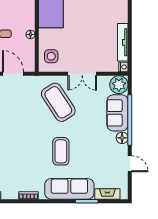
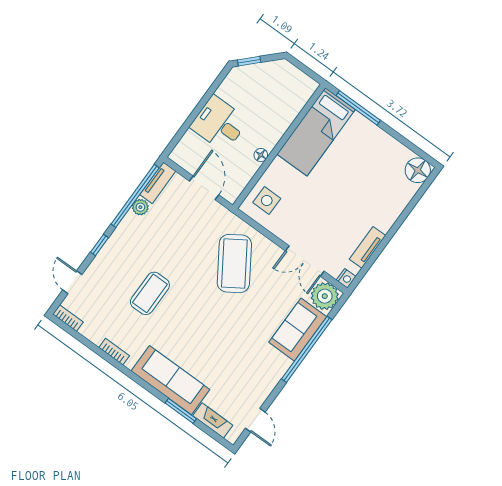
tv unit: (123, 42) -> (368, 247), width x0.71
double door: (82, 74) -> (305, 261), moved
floor lamp: (122, 138) -> (281, 364), removed
coffee table: (61, 151) -> (150, 293), moved
door: (130, 164) -> (255, 420), moved

